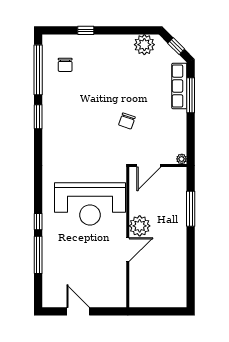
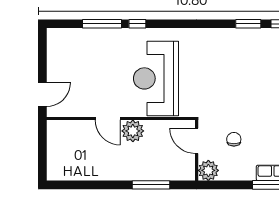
chair: (127, 121) -> (234, 139), moved, turned 71
plant: (182, 159) -> (208, 170), width x1.88, depth x1.88
door: (78, 311) -> (42, 94), moved

